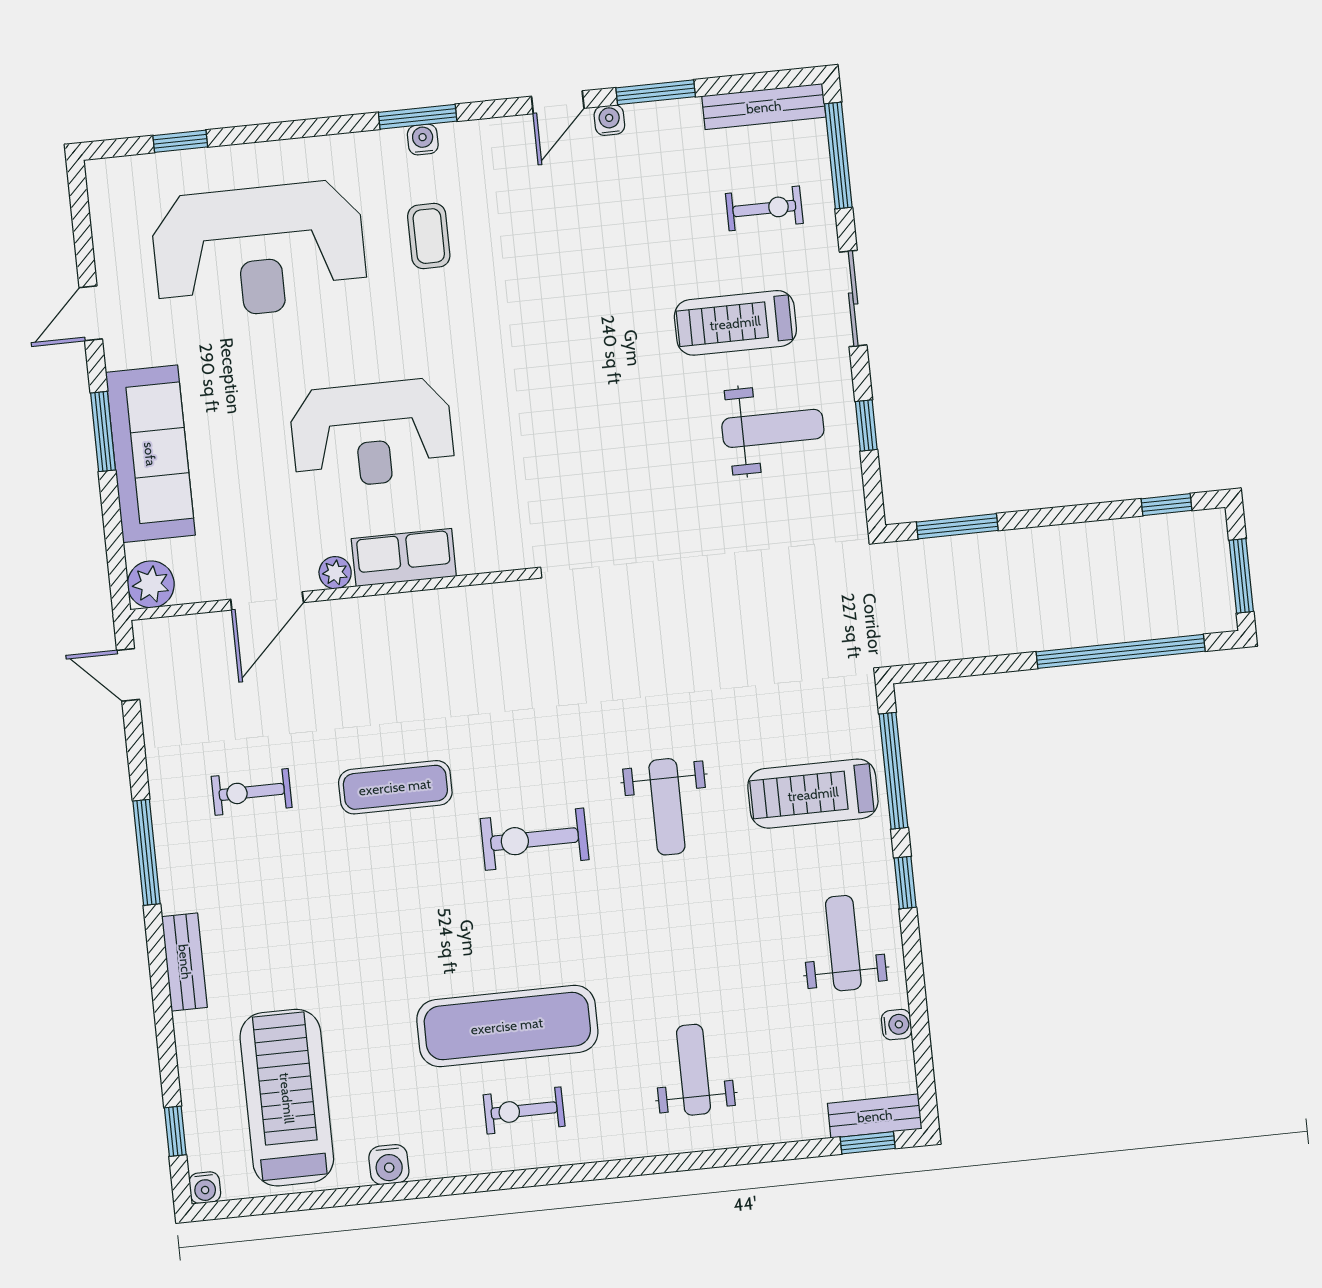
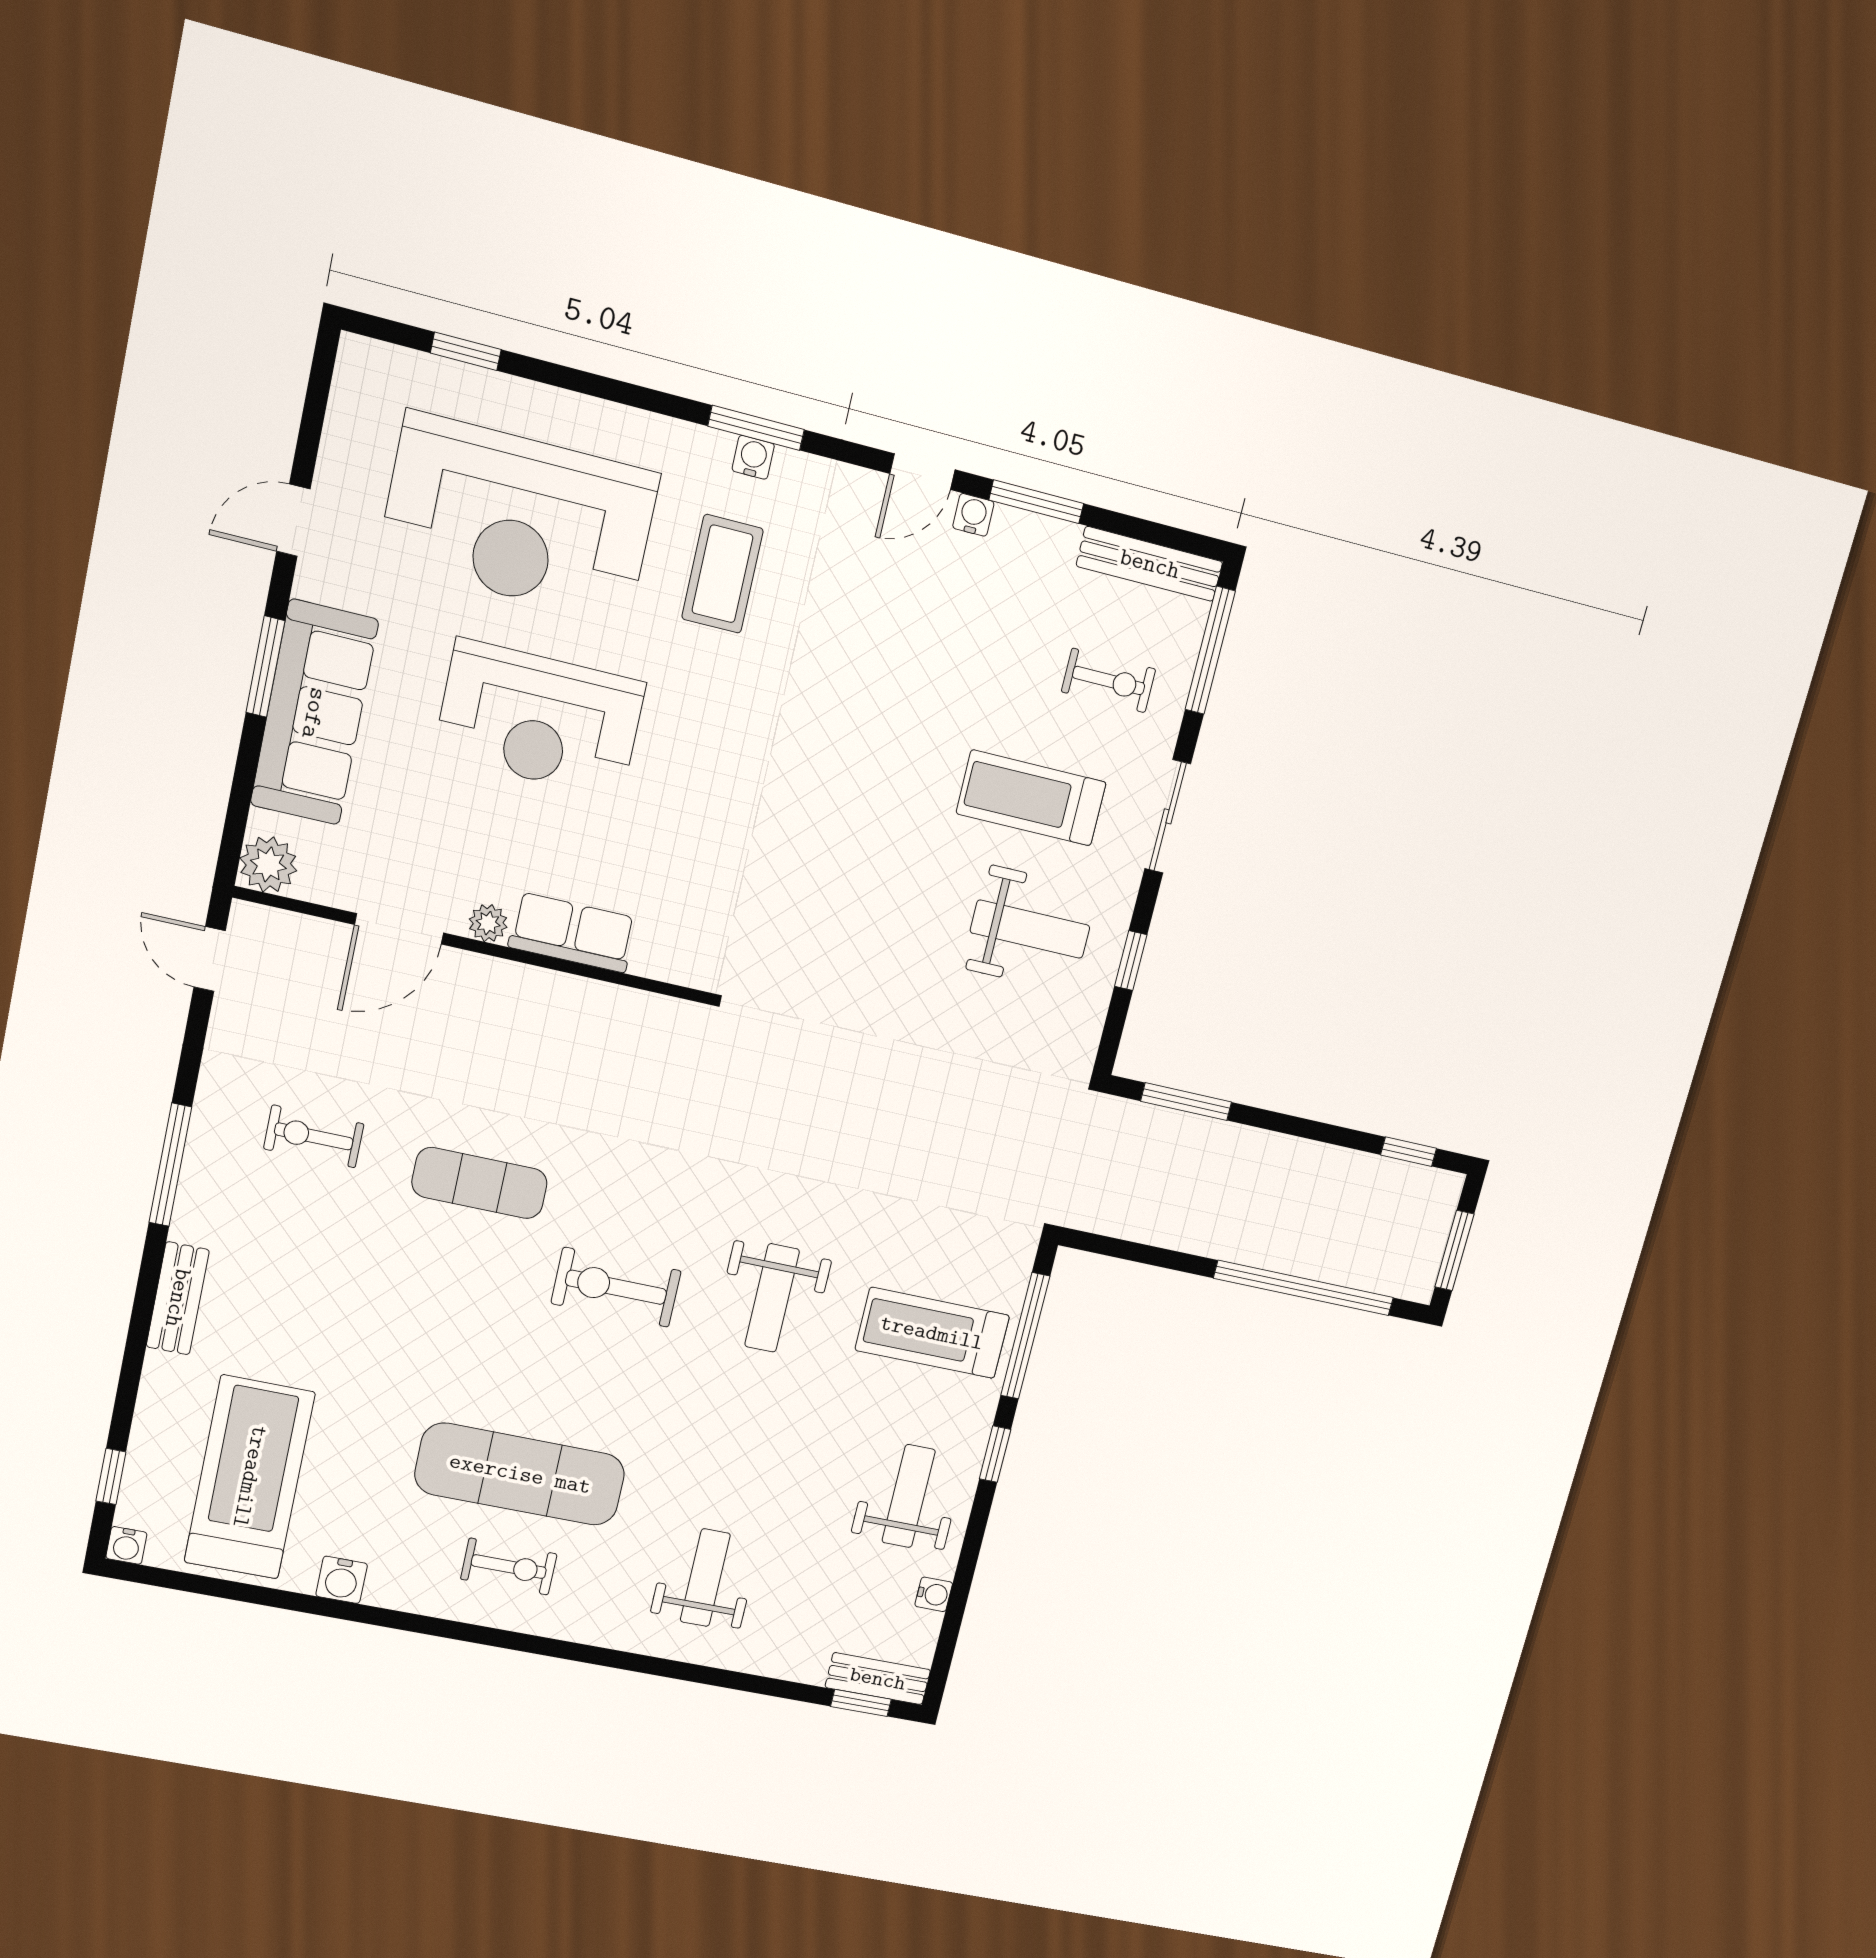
coffee table: (429, 236) -> (722, 574), width x1.36, depth x1.30
reception desk: (372, 434) -> (540, 719), moved
exercise bike: (524, 1110) -> (509, 1567), turned 180

